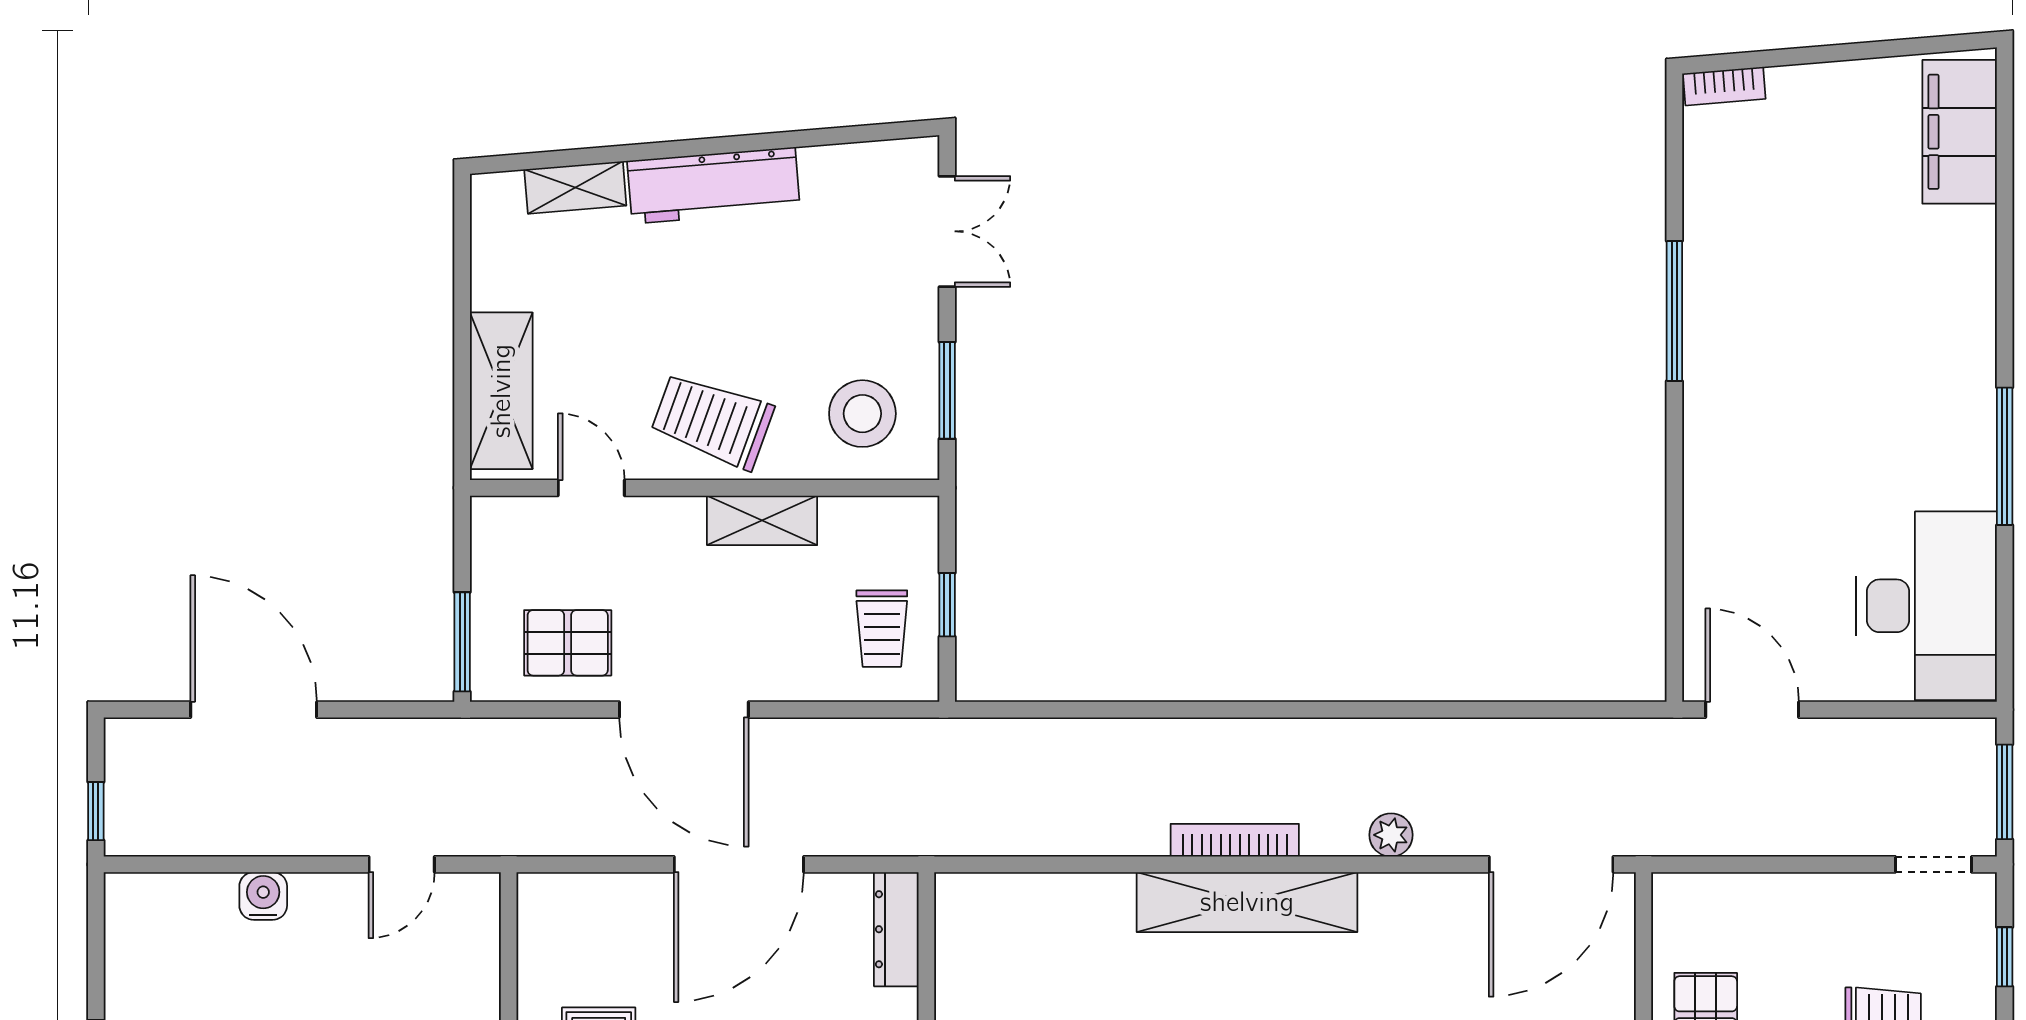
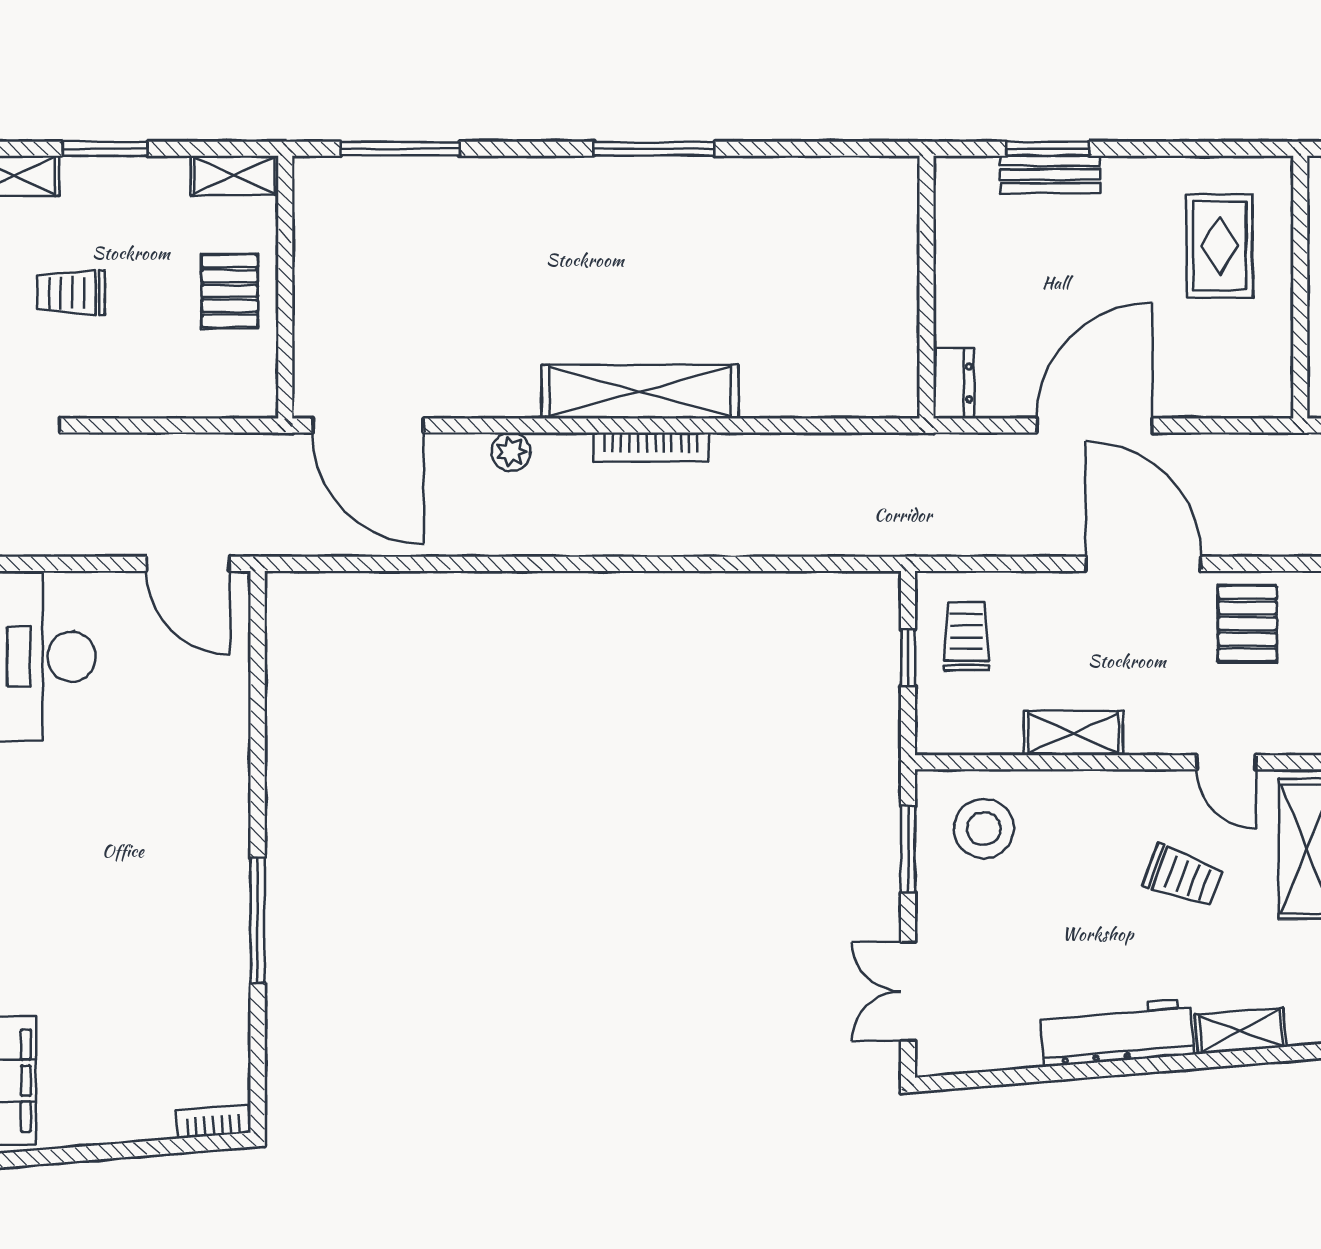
trolley: (712, 421) -> (1183, 876), moved, width x0.73, depth x0.72
pallet: (568, 643) -> (1247, 624), turned 90
door: (1551, 864) -> (368, 425), swing flipped
dresser: (896, 929) -> (953, 383), width x0.70

